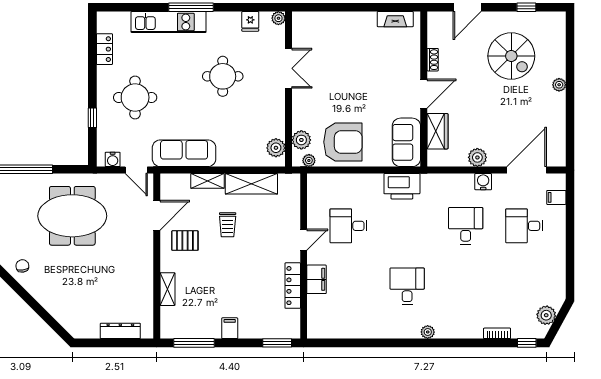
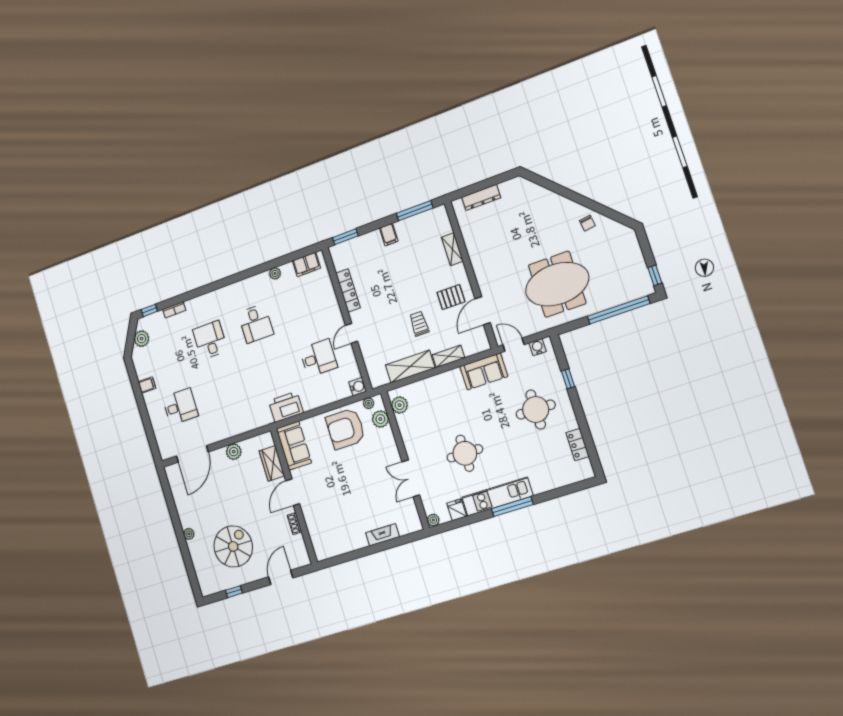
fireplace: (395, 19) -> (383, 535), moved
kitchen unit: (169, 22) -> (497, 497), moved
spiral stairs: (511, 56) -> (233, 546), turned 90
sofa: (184, 153) -> (484, 371), width x0.73
water cooler: (483, 182) -> (358, 387), moved, turned -90
filing cabinet: (556, 197) -> (147, 385), moved
desk: (466, 226) -> (210, 340), moved, turned 180
filing cabinet: (317, 279) -> (306, 264), moved, turned -90
plant: (428, 332) -> (275, 273), moved

